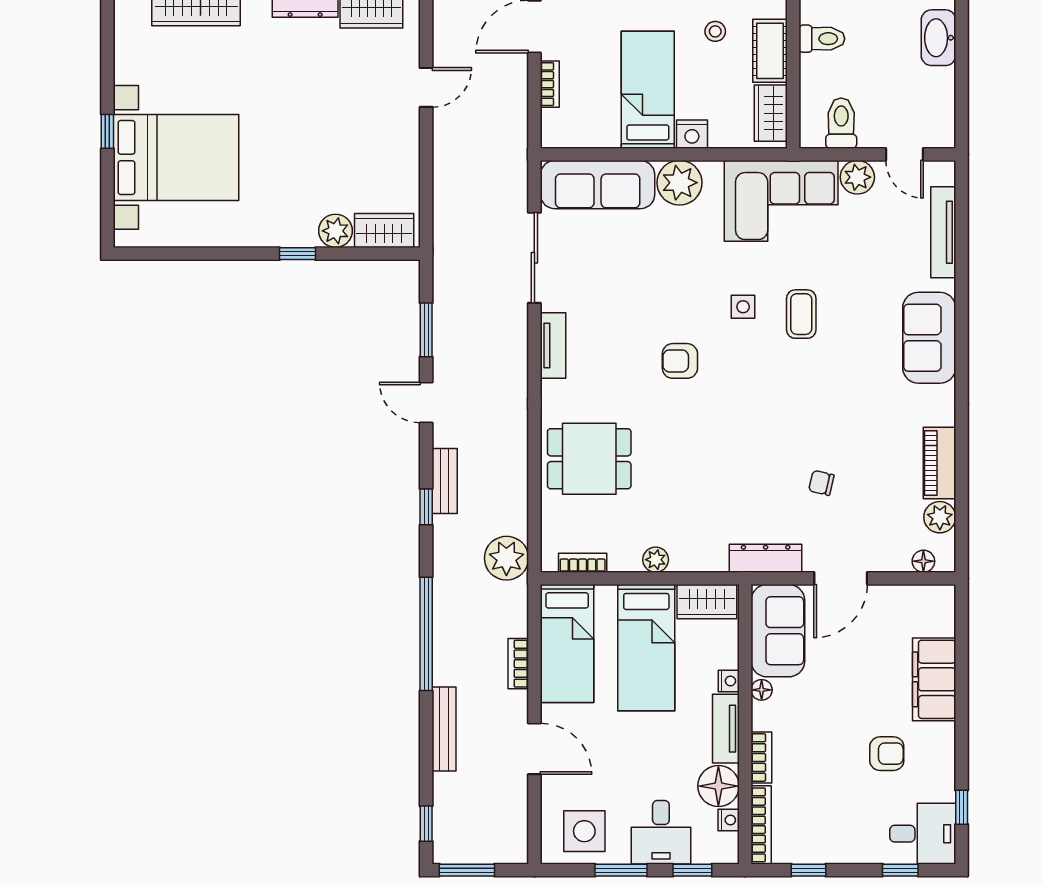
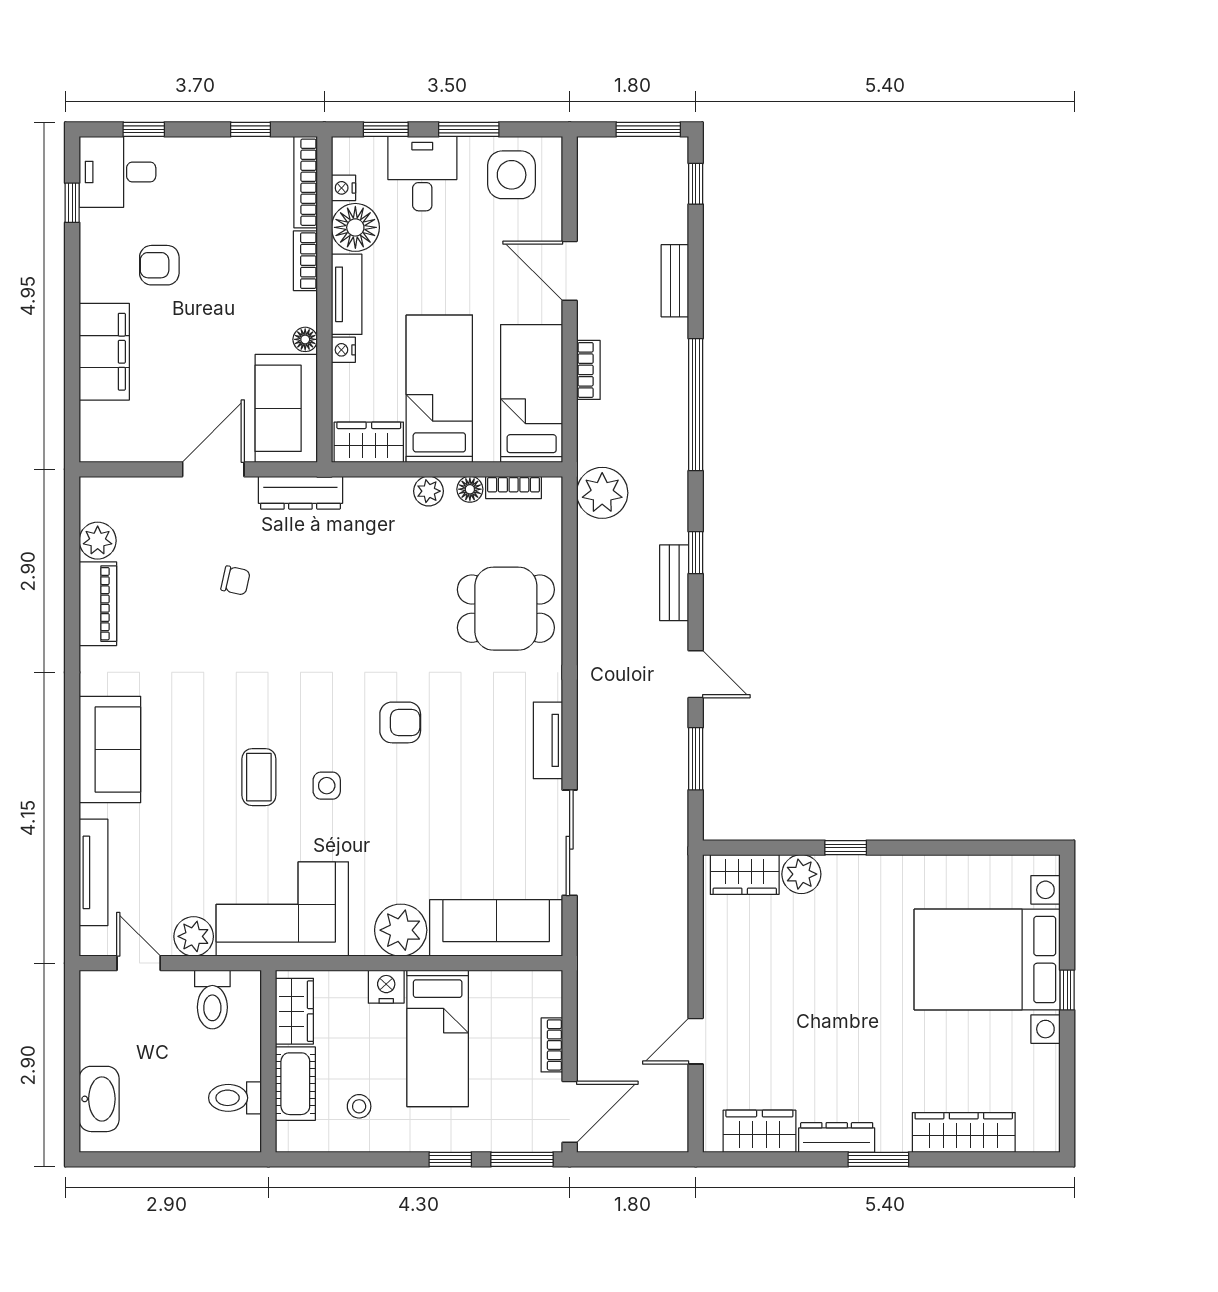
floor lamp: (923, 561) -> (470, 489), moved
bench: (444, 729) -> (675, 281), width x0.73

